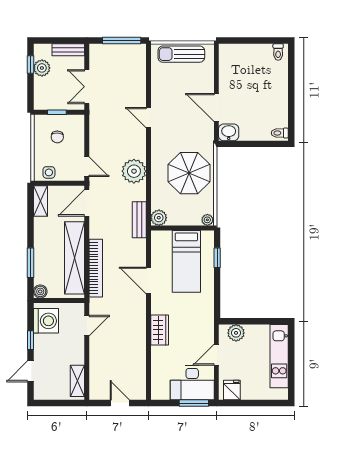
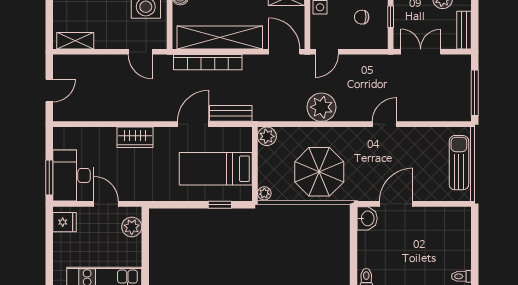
bench: (139, 220) -> (231, 113), moved

